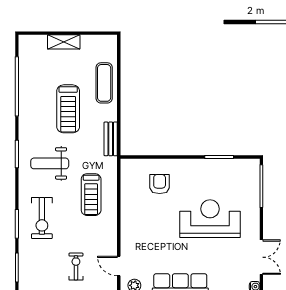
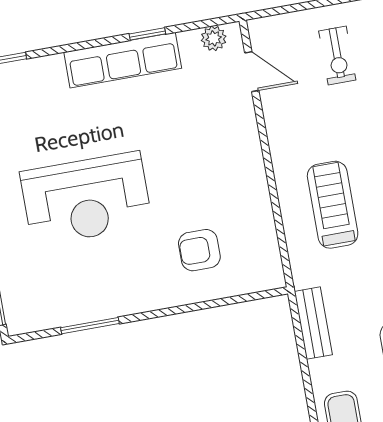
armchair: (160, 184) -> (199, 250), turned 90

